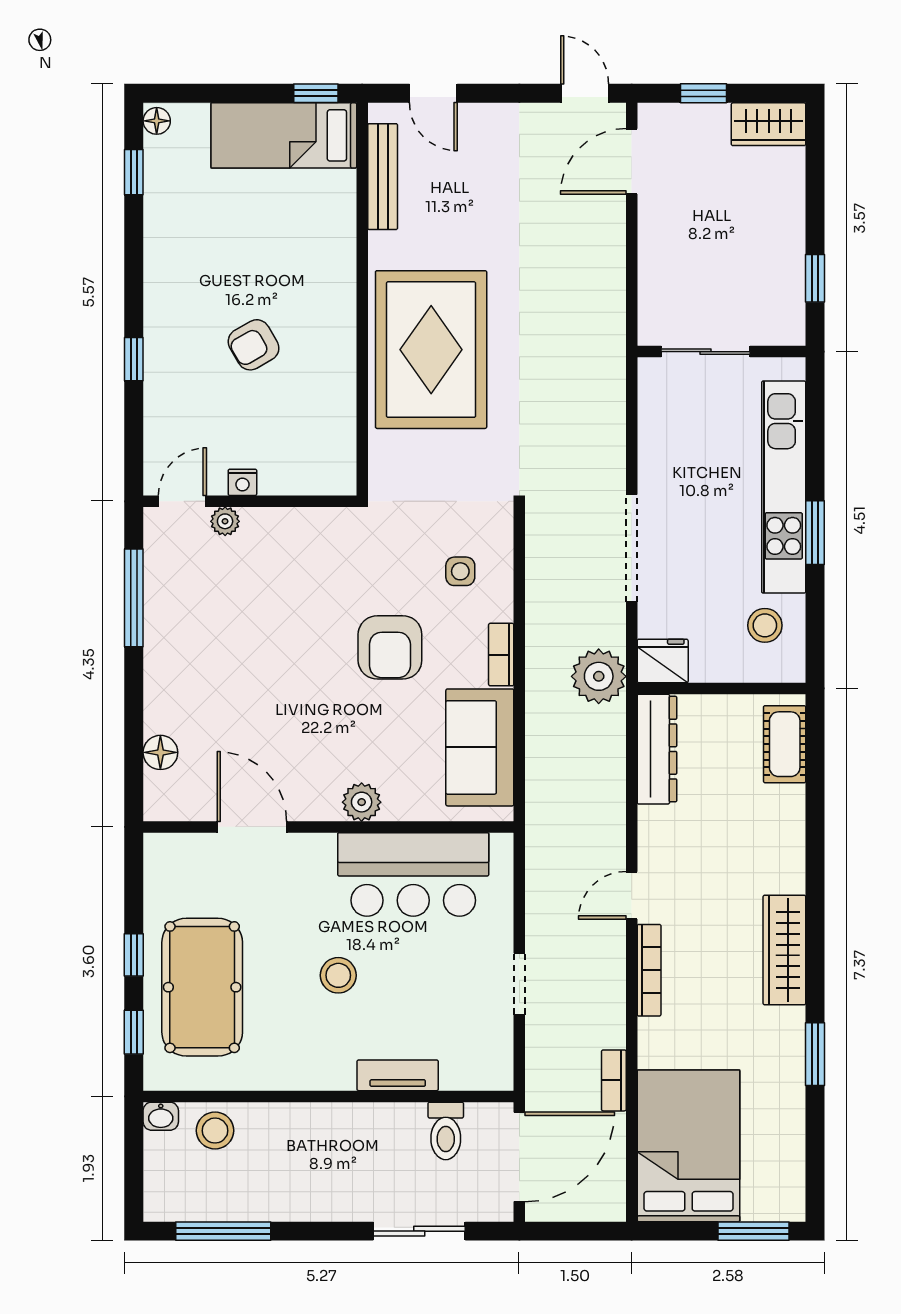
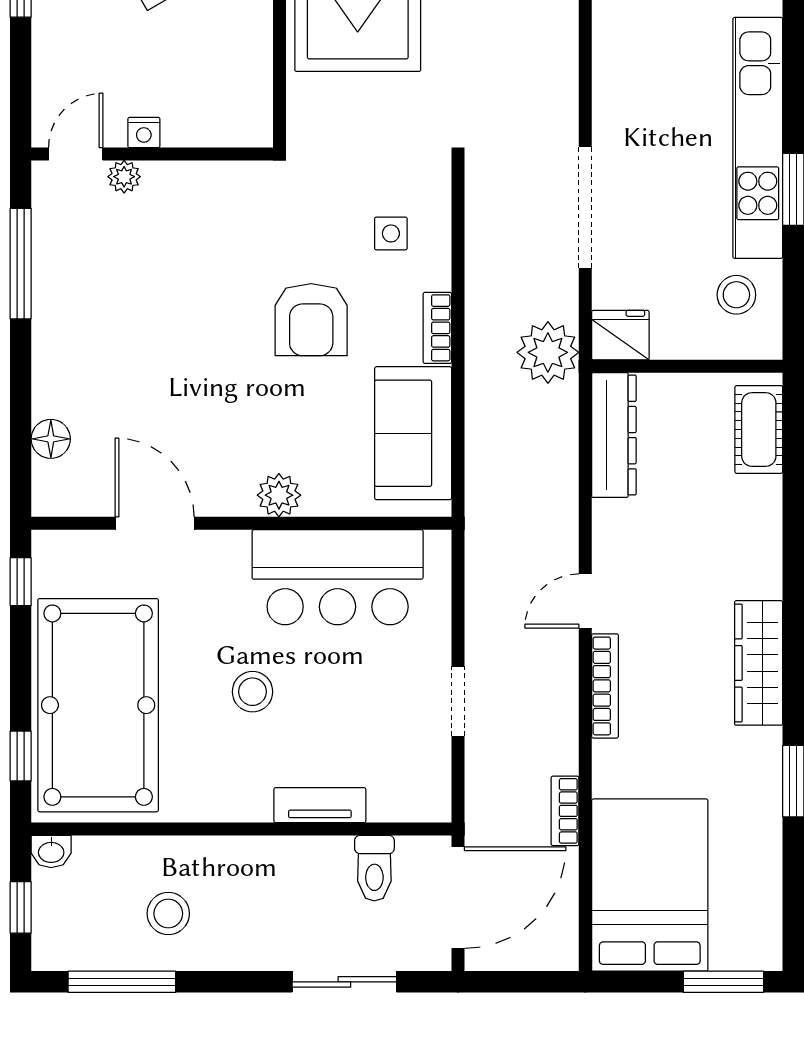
window: (134, 955) -> (21, 582), moved
pool table: (202, 987) -> (98, 705), width x1.36, depth x1.32
stool: (215, 1131) -> (168, 914), moved
window: (134, 1166) -> (21, 907), added

